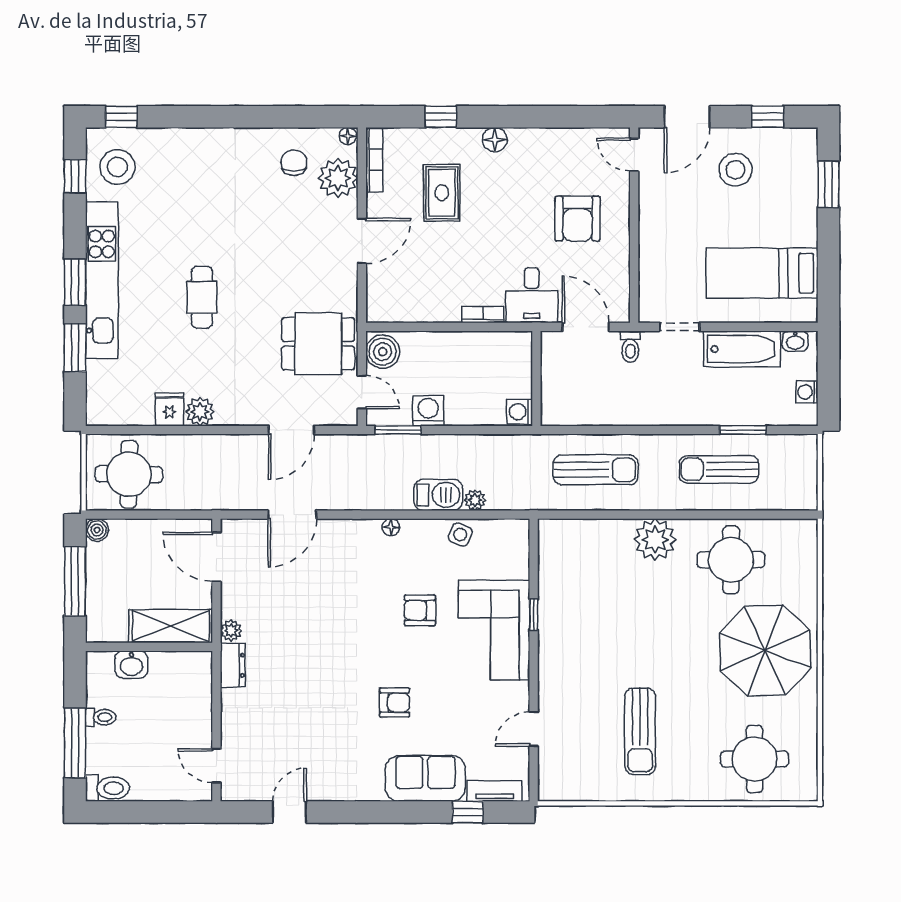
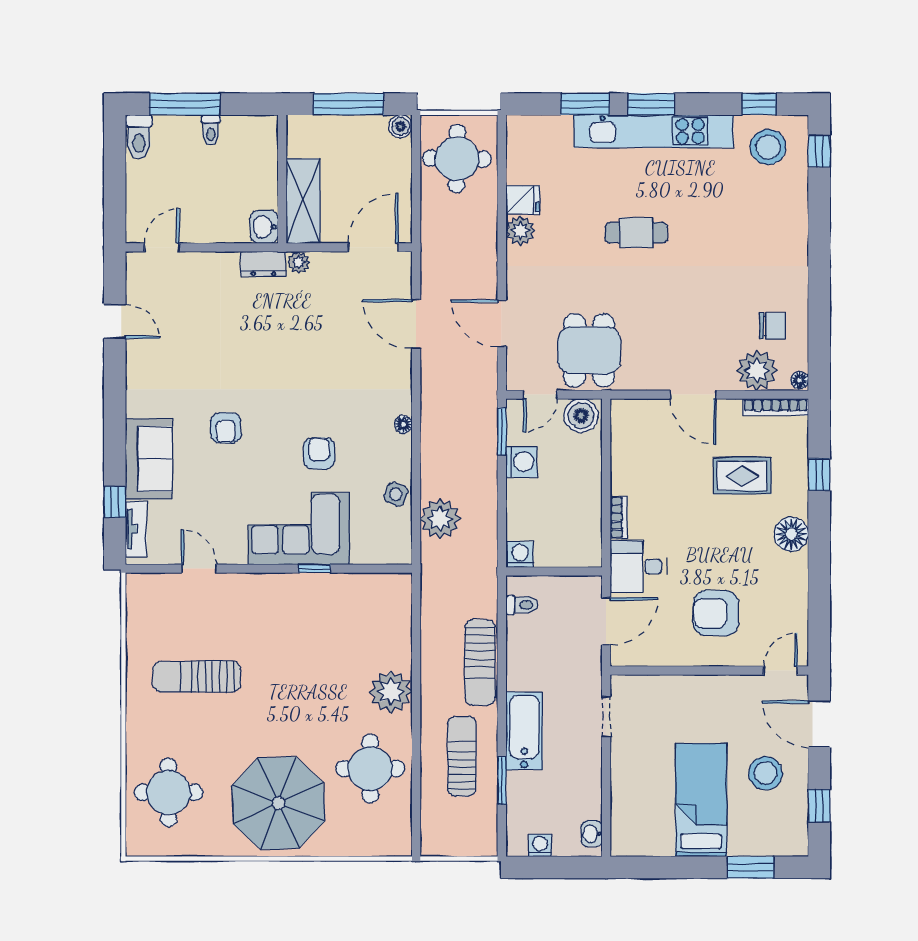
floor lamp: (495, 140) -> (791, 534), width x1.38, depth x1.38
bed: (762, 273) -> (701, 800), moved
toilet: (630, 347) -> (522, 605), moved, turned 180
bathtub: (742, 349) -> (524, 731), moved, turned 180
sun lounger: (596, 470) -> (480, 662), moved
barbecue: (438, 495) -> (436, 472), removed
plant: (475, 500) -> (440, 519), width x1.88, depth x1.88
washbasin: (131, 665) -> (264, 227), moved

